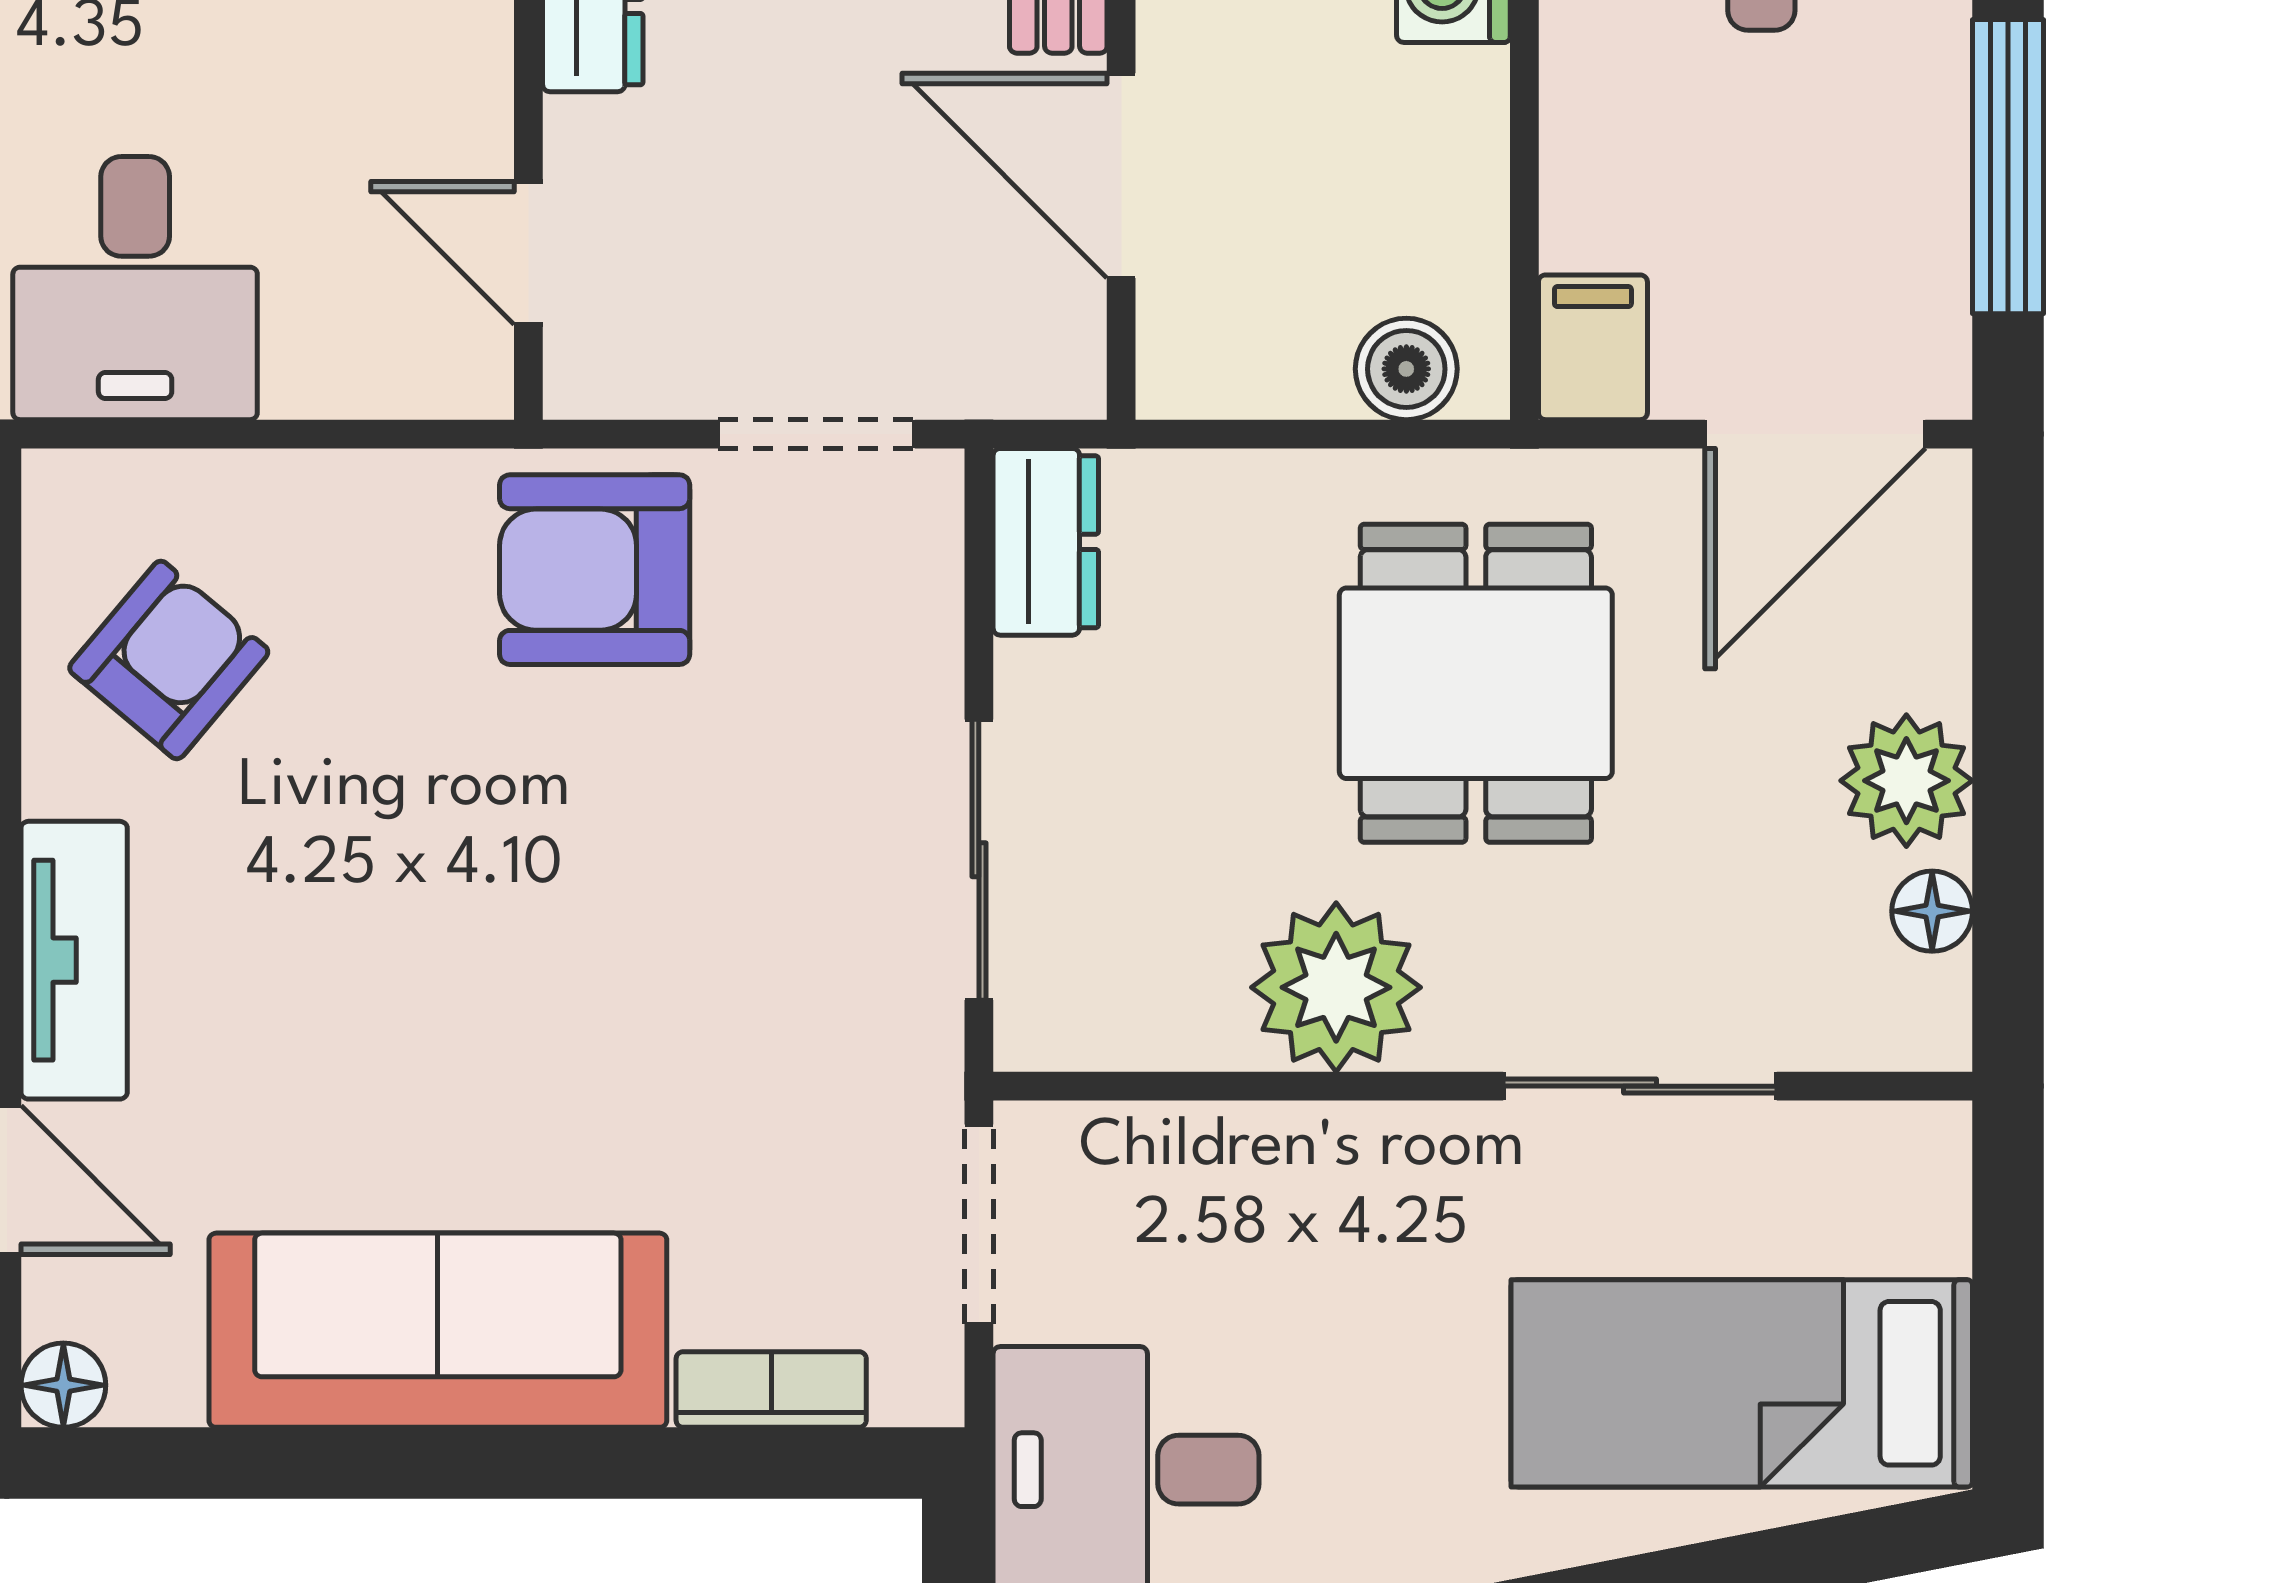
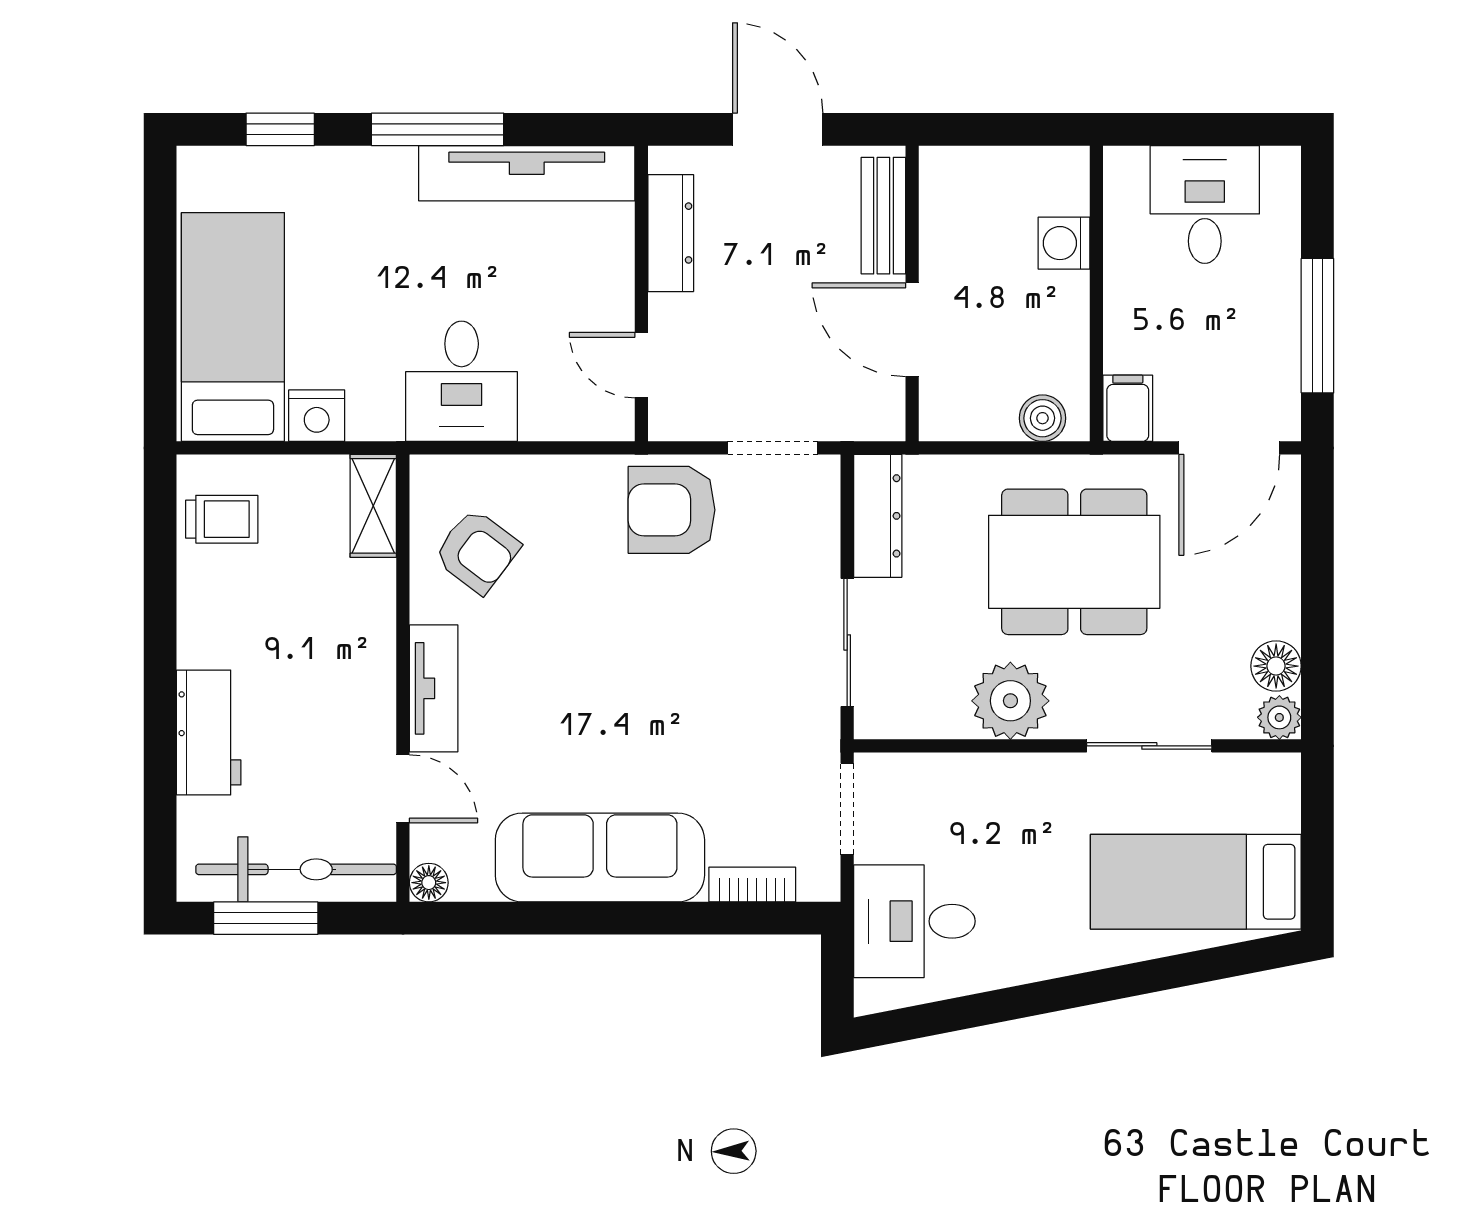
dresser: (1046, 542) -> (878, 516), width x1.44
armchair: (169, 660) -> (477, 551), turned 87
dining table: (1476, 683) -> (1074, 562), width x1.38
plant: (1906, 781) -> (1279, 717), moved, width x0.73, depth x0.73
floor lamp: (1932, 911) -> (1276, 666), width x1.37, depth x1.37

